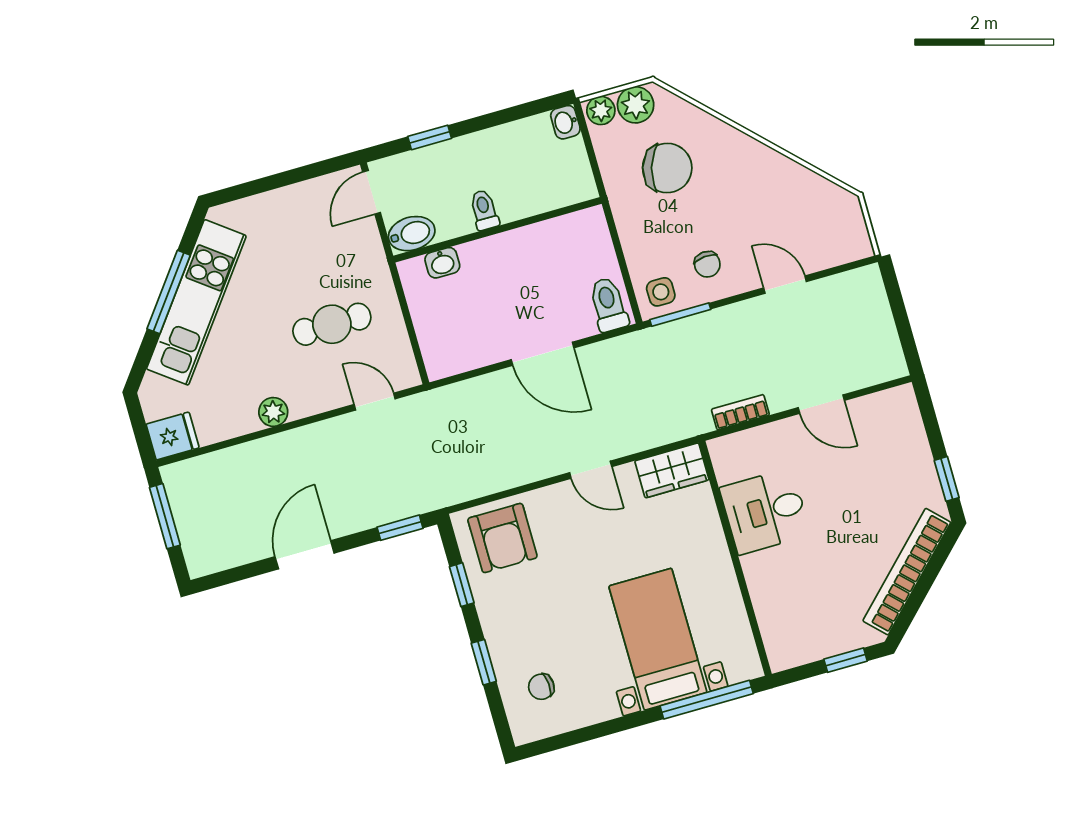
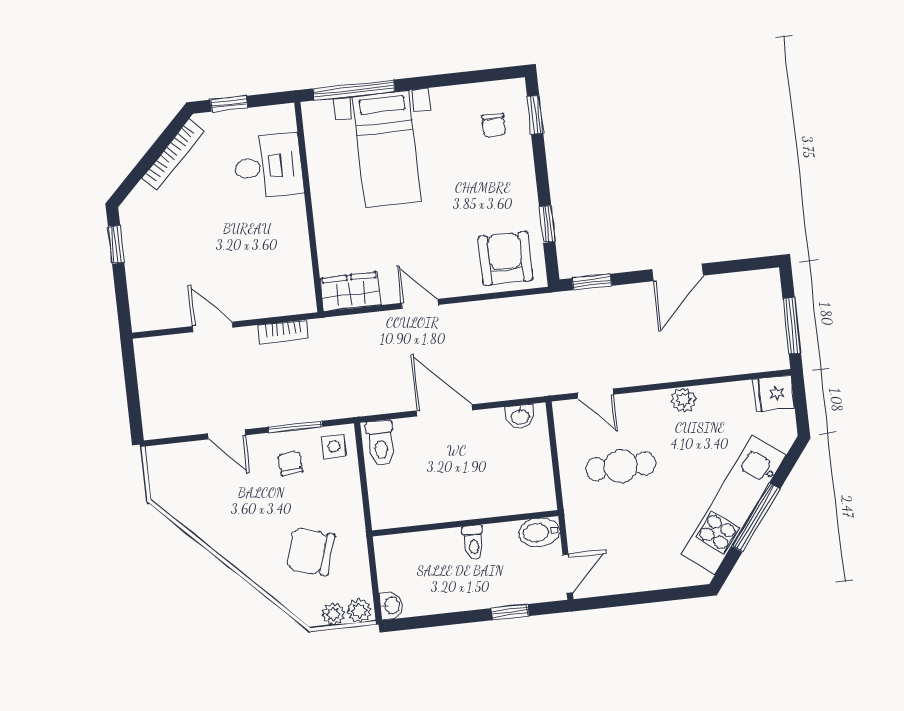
plant: (636, 105) -> (333, 614), width x0.73, depth x0.73
washbasin: (442, 263) -> (520, 416), moved, turned 180
window: (680, 315) -> (295, 427), moved
desk: (765, 511) -> (268, 166), moved
bookcase: (907, 572) -> (173, 155), width x0.68, depth x0.76
window: (484, 662) -> (535, 115), moved
chair: (541, 687) -> (494, 125), turned 94

